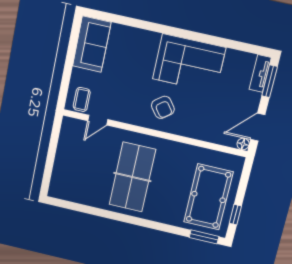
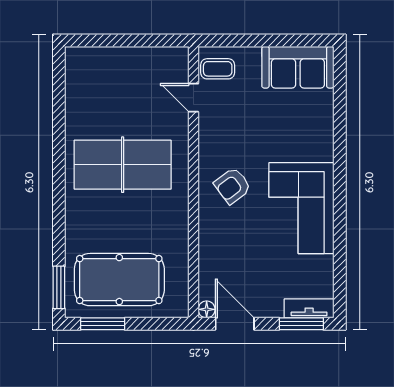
window: (235, 215) -> (103, 324), width x1.50

